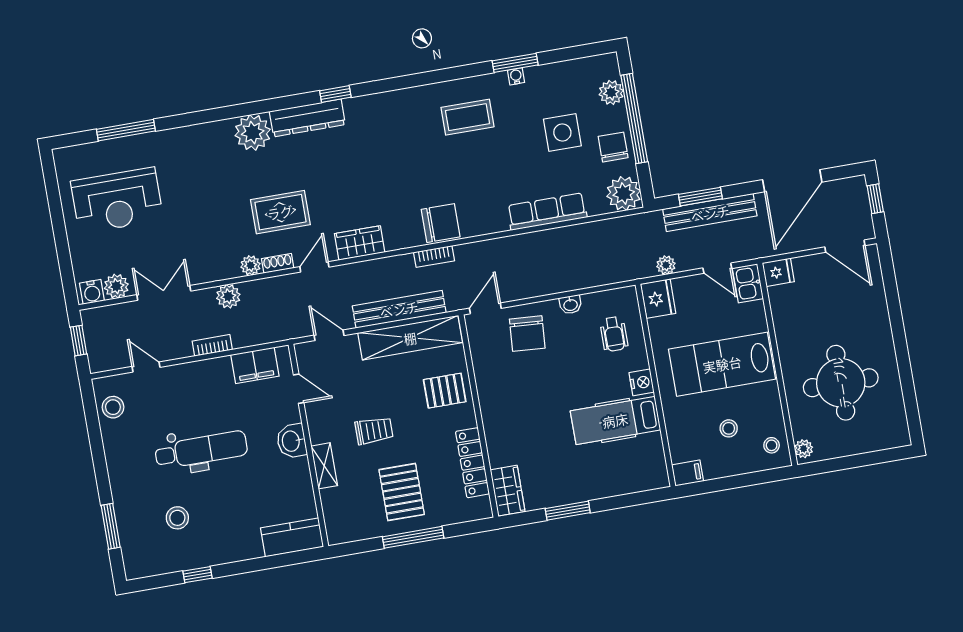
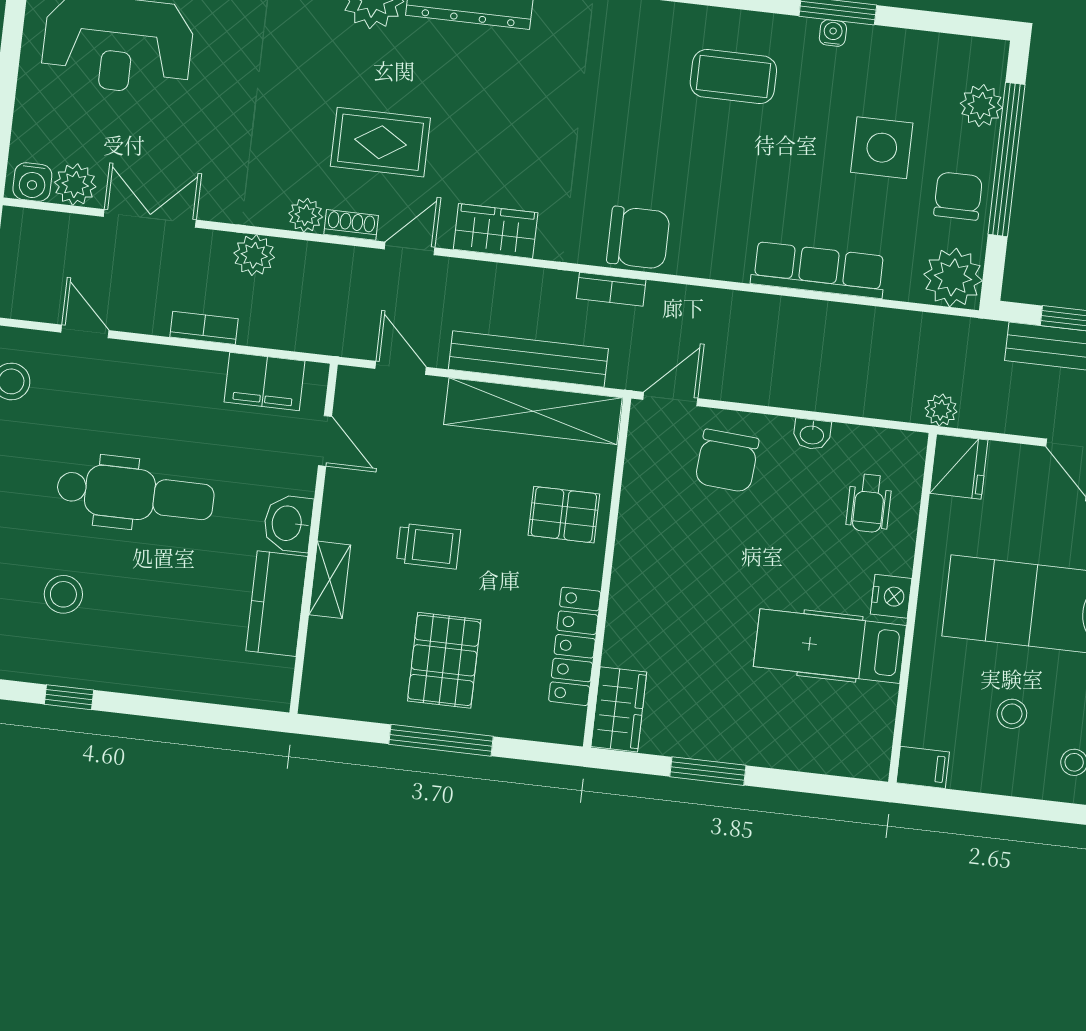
plant: (666, 265) -> (941, 410), moved
kitchen counter: (292, 537) -> (277, 604), moved, turned -90

